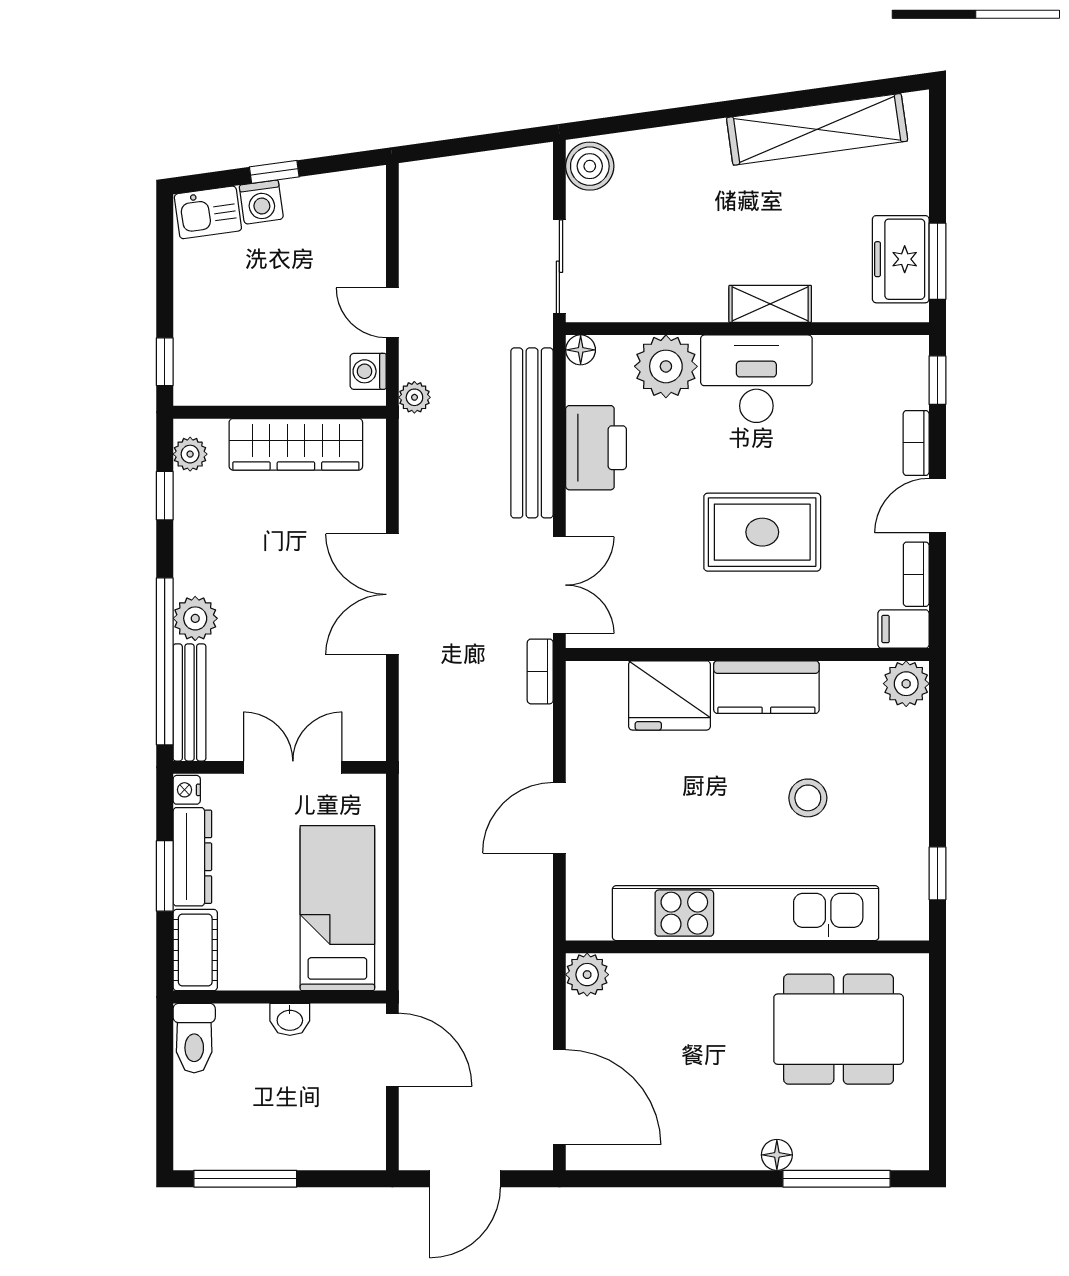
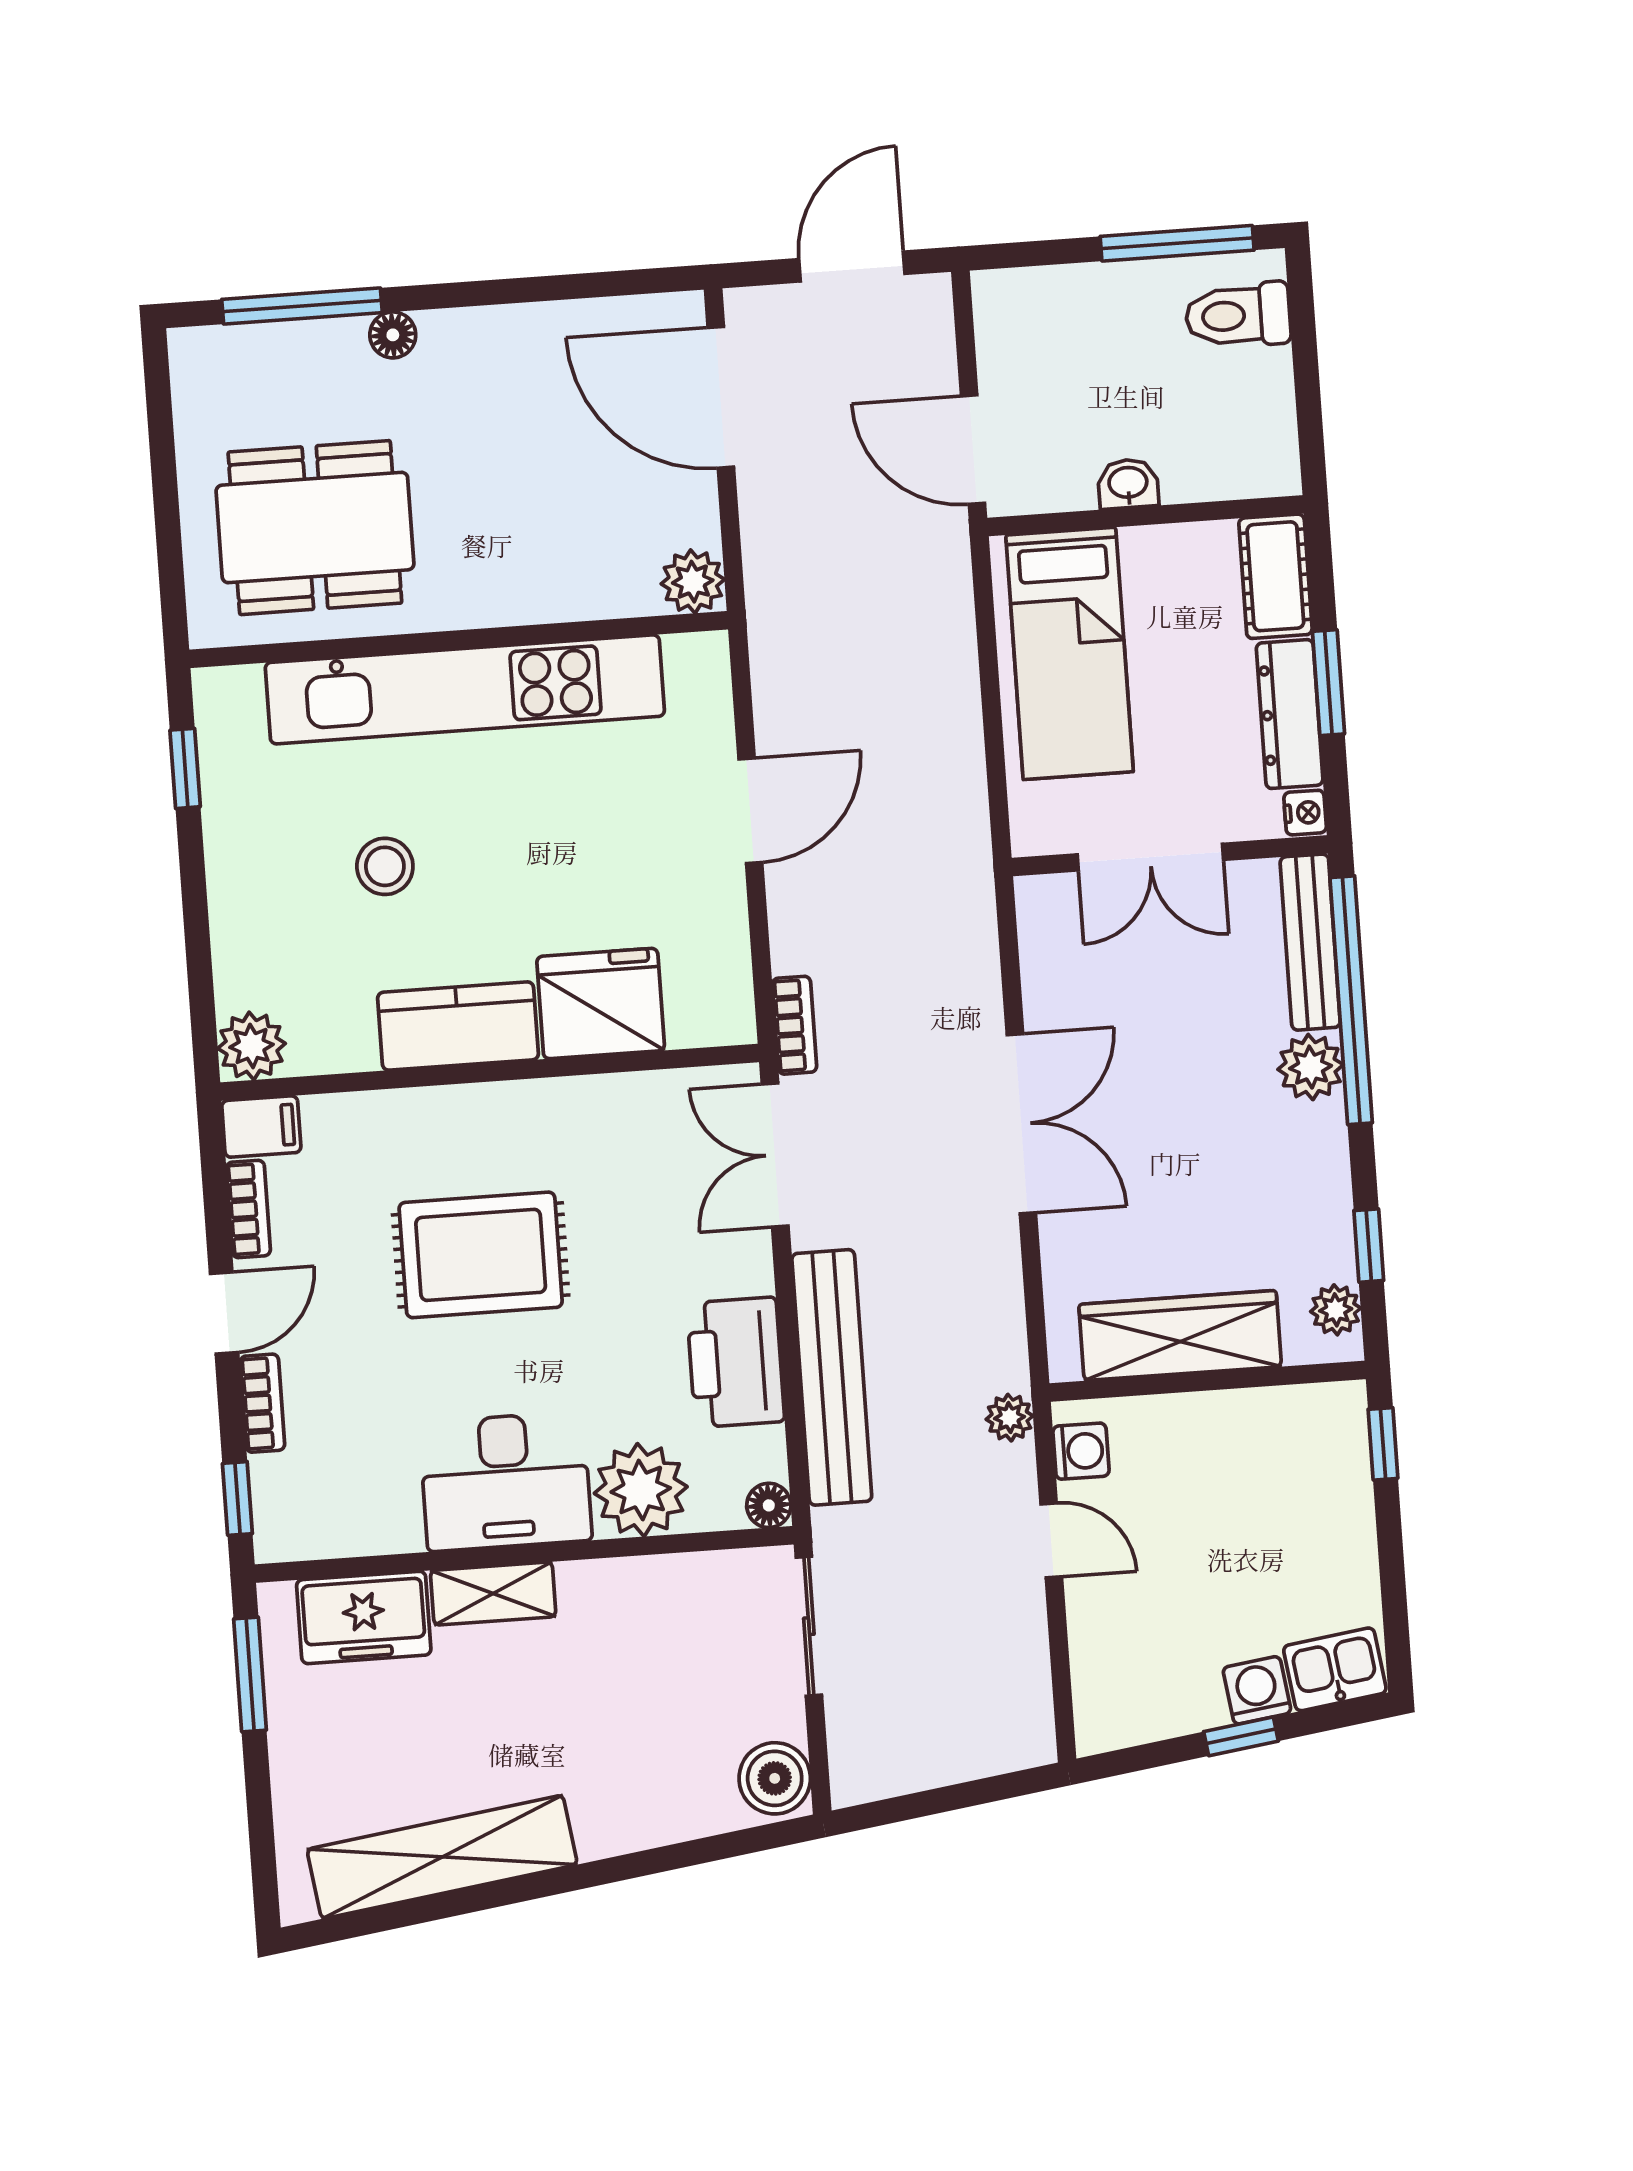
freezer: (901, 259) -> (364, 1617), moved, turned 90
toilet: (194, 1038) -> (1238, 315), moved, turned -90

